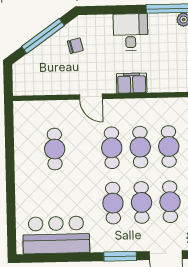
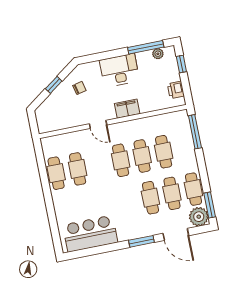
desk: (131, 32) -> (119, 70), width x1.37
window: (43, 36) -> (54, 85), width x0.46
cafe table: (113, 203) -> (56, 173), moved

